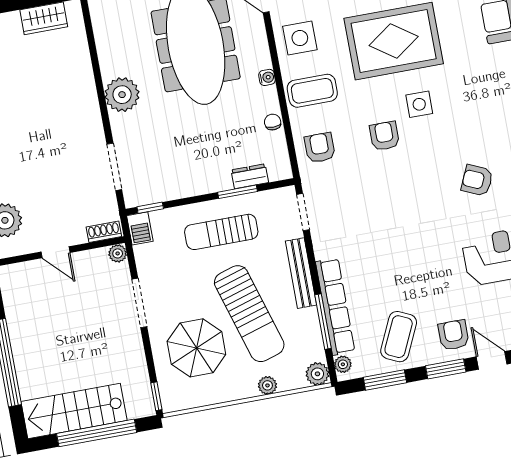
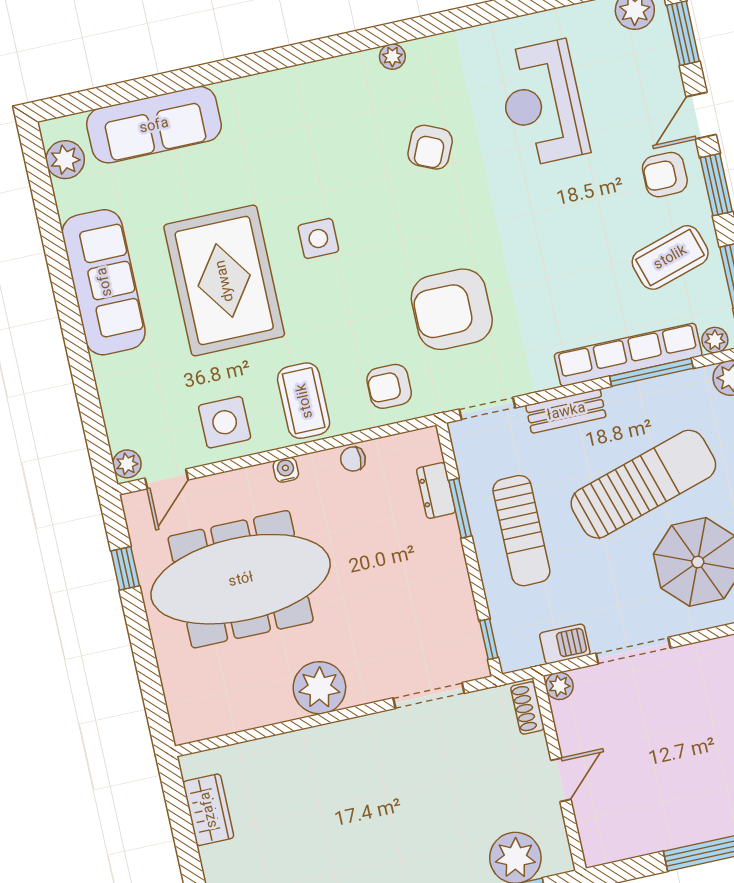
armchair: (384, 136) -> (452, 309), moved, width x1.88, depth x1.88
barbecue: (140, 228) -> (565, 644), moved
bench: (301, 273) -> (566, 411), width x0.73
coffee table: (399, 337) -> (670, 257), turned -42

